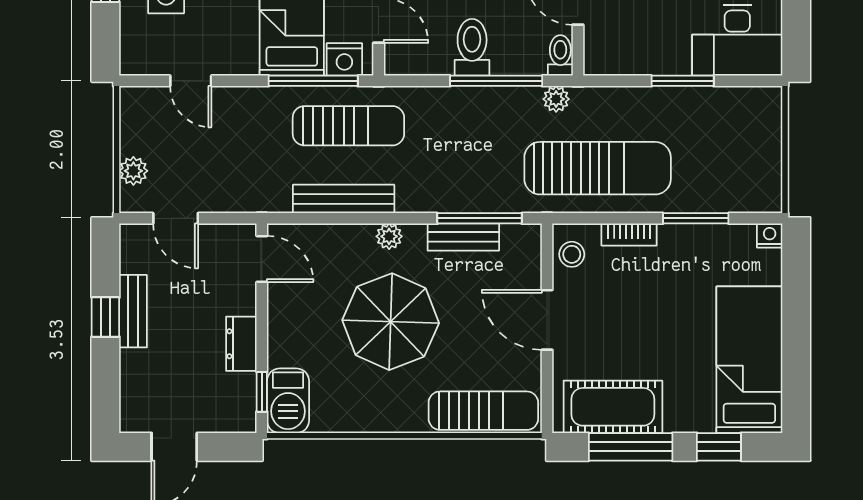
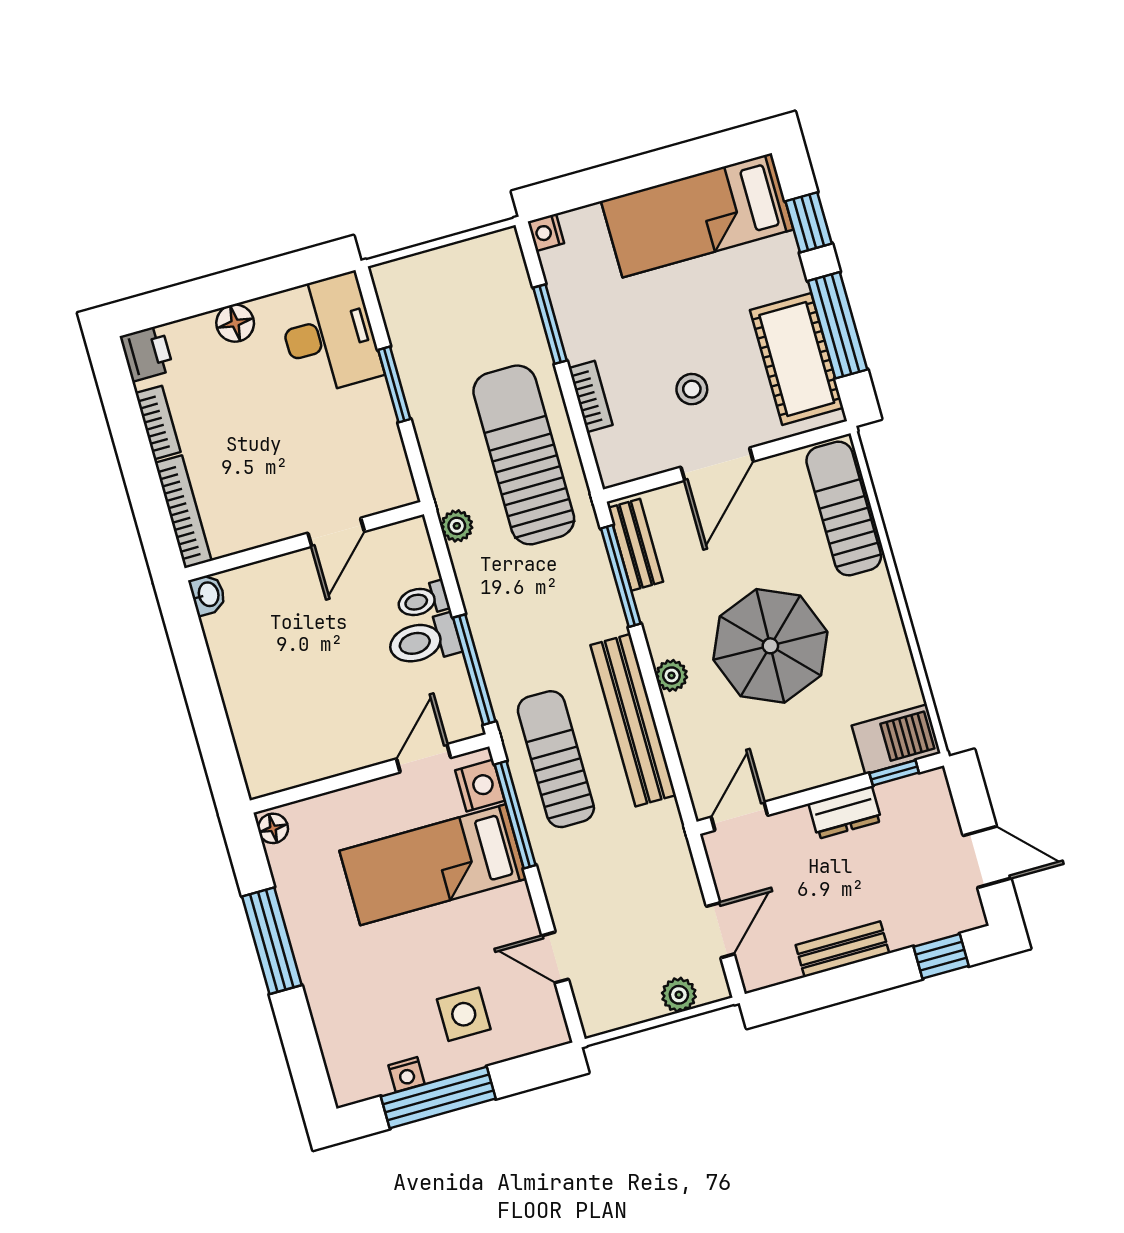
toilet: (560, 55) -> (423, 600), moved
door: (191, 81) -> (555, 957), swing flipped
window: (496, 81) -> (474, 670), moved
bench: (344, 199) -> (633, 720), width x1.37, depth x1.21
bench: (463, 237) -> (636, 545), moved
stool: (572, 254) -> (692, 389), moved
window: (105, 317) -> (941, 956), moved

